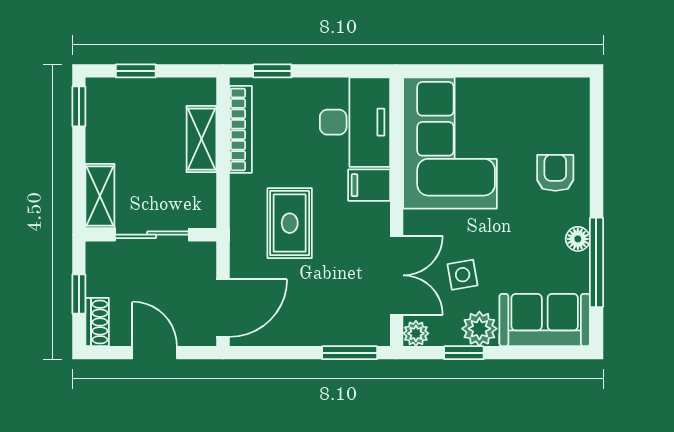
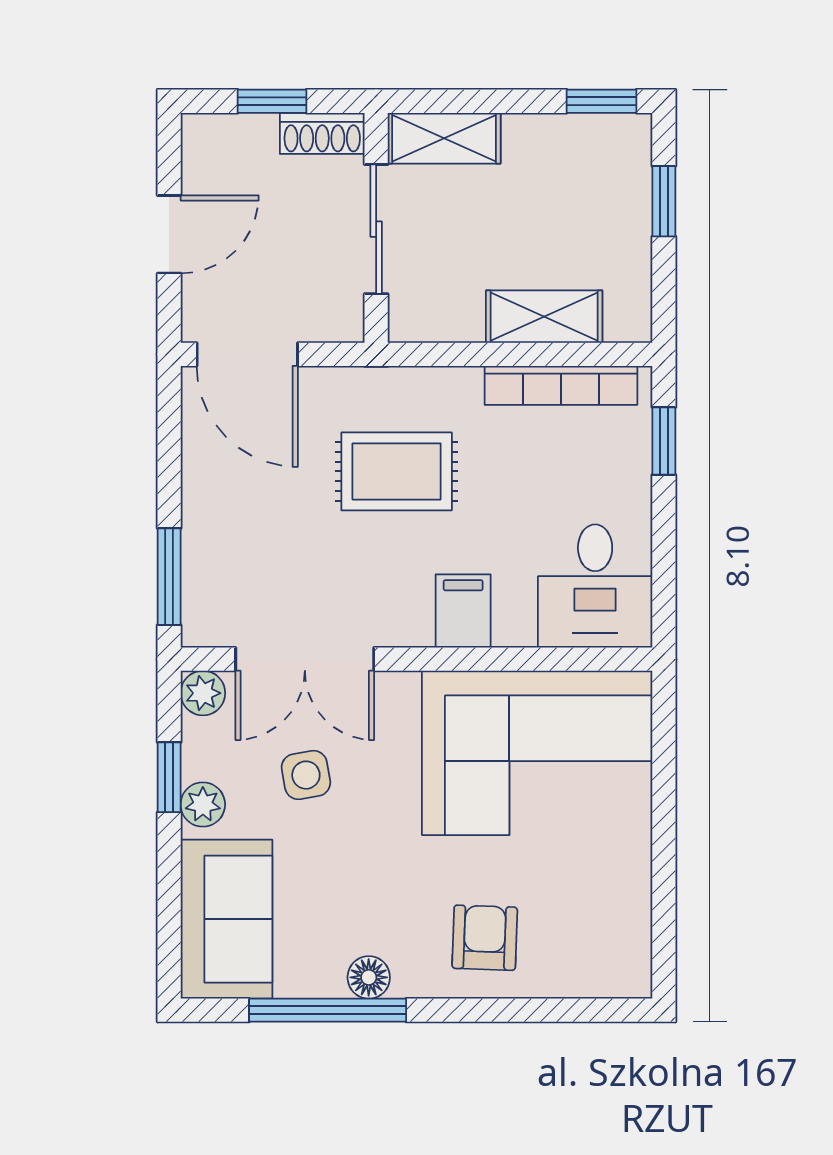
desk: (355, 122) -> (595, 586), width x0.73
armchair: (555, 173) -> (485, 938), turned -88
shoe rack: (97, 322) -> (322, 133), moved
plant: (479, 329) -> (203, 804), width x0.73, depth x0.73

